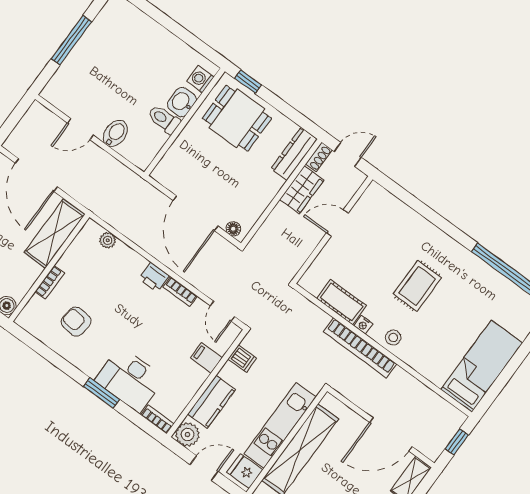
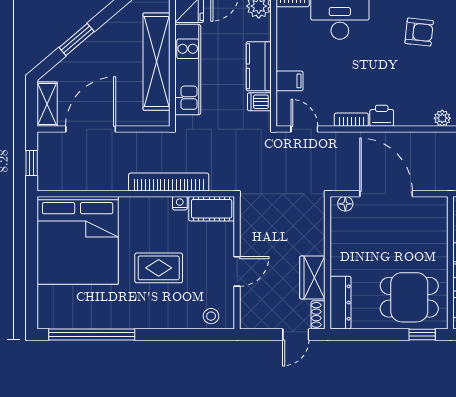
door: (337, 223) -> (237, 271), moved
wall: (332, 230) -> (237, 263), moved
rug: (417, 286) -> (159, 268), turned 90
stool: (393, 337) -> (211, 316), moved
bed: (482, 366) -> (78, 240), width x2.04
kitchen counter: (211, 402) -> (259, 66), moved

